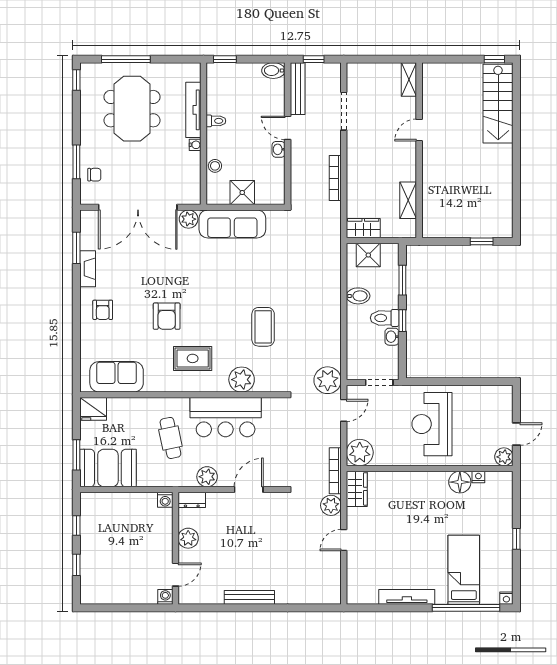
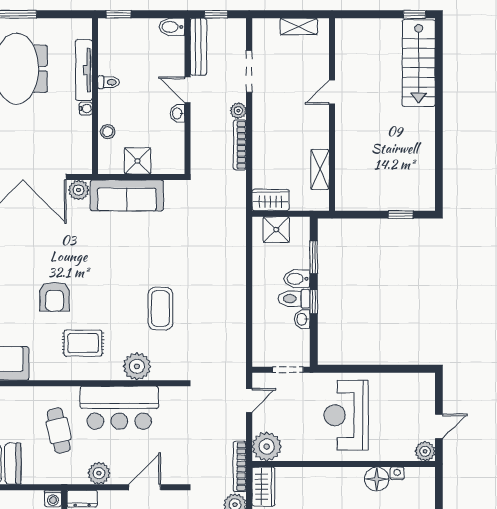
shelving: (409, 79) -> (299, 26), moved, turned 90
bidet: (358, 296) -> (297, 279), moved, turned 180
plant: (328, 380) -> (238, 111), moved, width x0.53, depth x0.53

